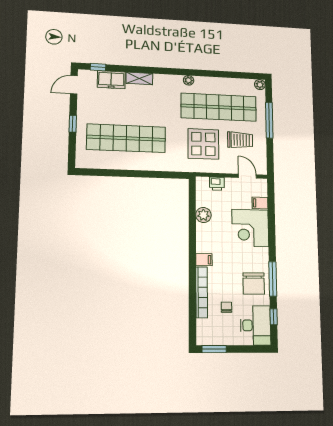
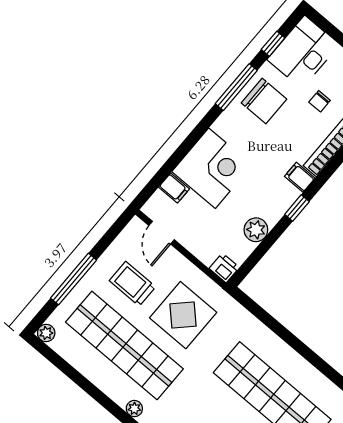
printer: (217, 184) -> (224, 268), moved
window: (192, 243) -> (297, 208), added
chair: (254, 283) -> (264, 101), turned 90

